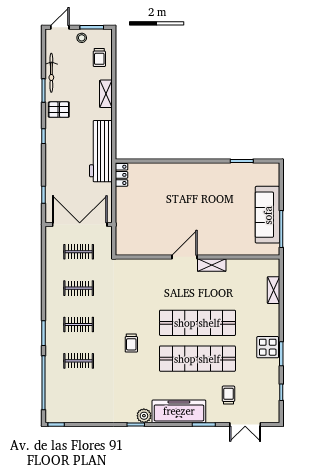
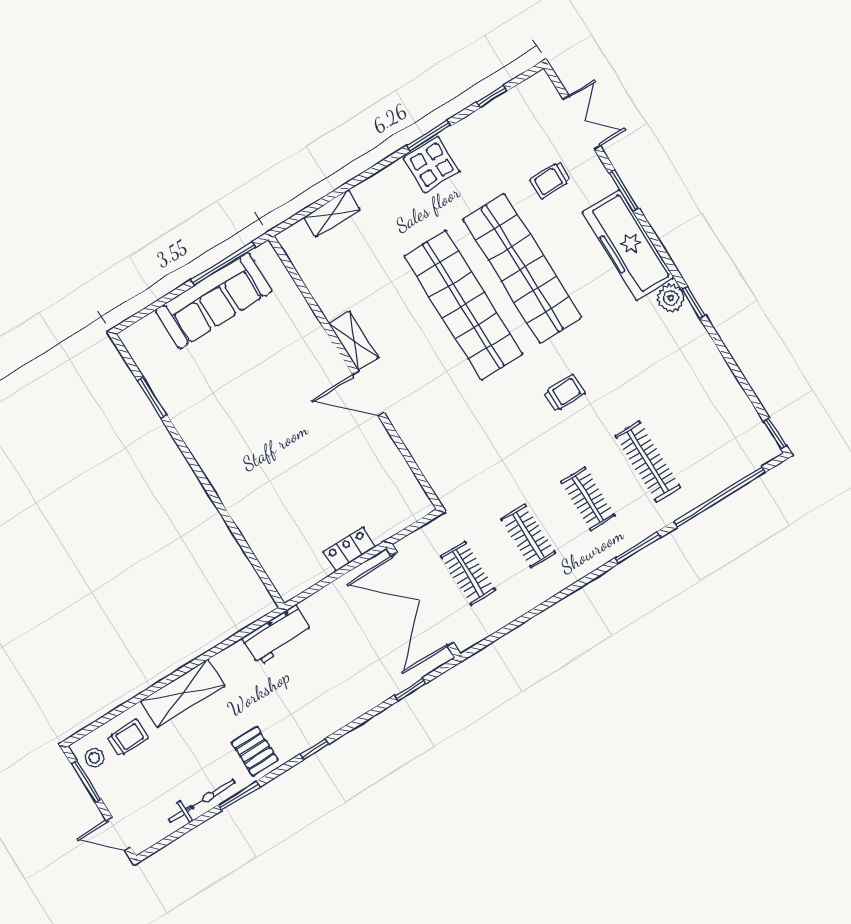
stool: (82, 38) -> (95, 758), moved
shelving: (106, 94) -> (183, 693), width x1.50, depth x1.33
workbench: (101, 151) -> (277, 635), width x0.53, depth x0.76
locker: (122, 175) -> (349, 549), moved
clothes rail: (79, 361) -> (648, 461), width x1.36

